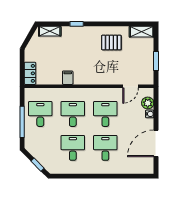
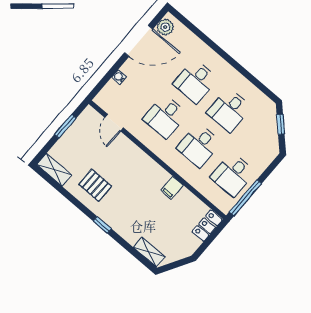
window: (77, 24) -> (102, 225), moved
door: (131, 86) -> (114, 123), swing flipped
plant: (148, 103) -> (165, 27), moved
window: (22, 122) -> (245, 198), moved

